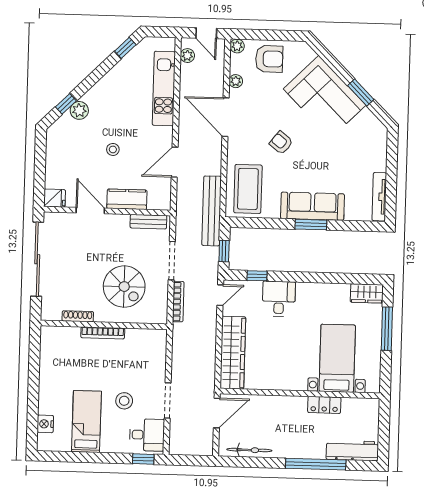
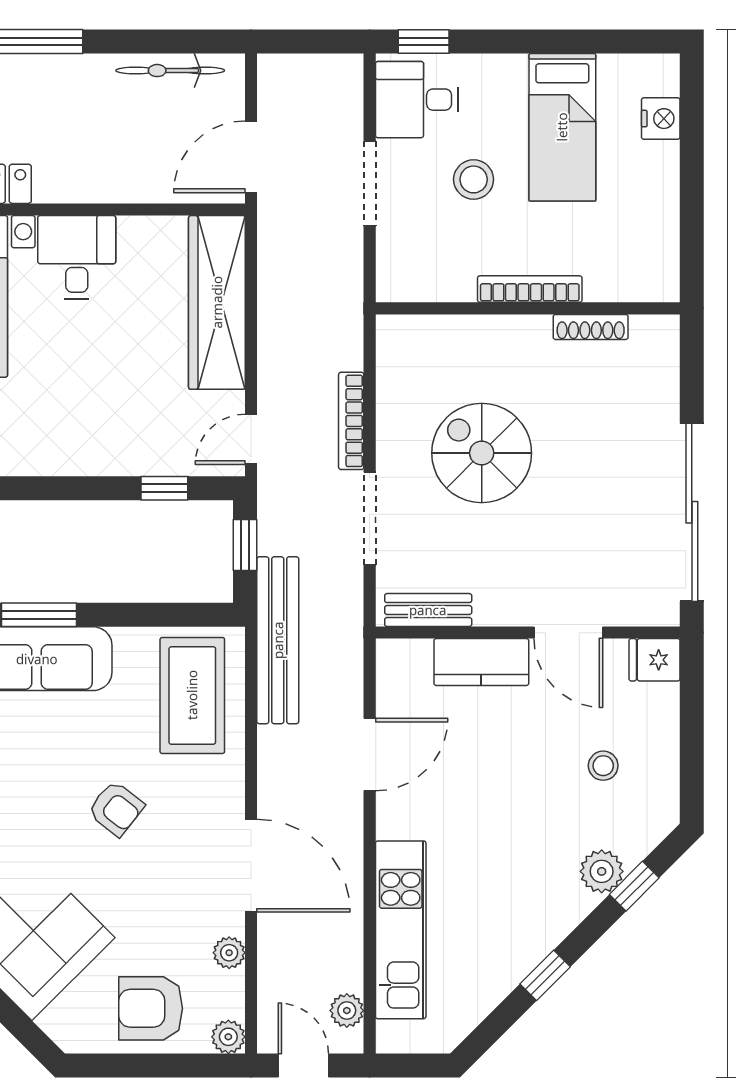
window: (125, 48) -> (545, 975), moved
stool: (113, 149) -> (603, 766), moved
desk: (279, 299) -> (77, 257), moved, turned 180
shoe rack: (78, 316) -> (591, 327), moved
wall: (104, 325) -> (528, 308), moved
bookcase: (103, 333) -> (530, 289), moved

